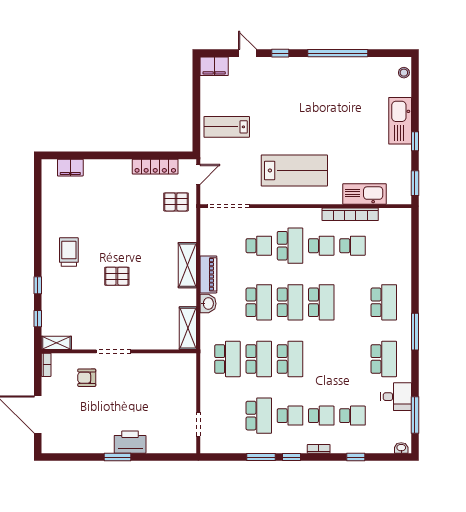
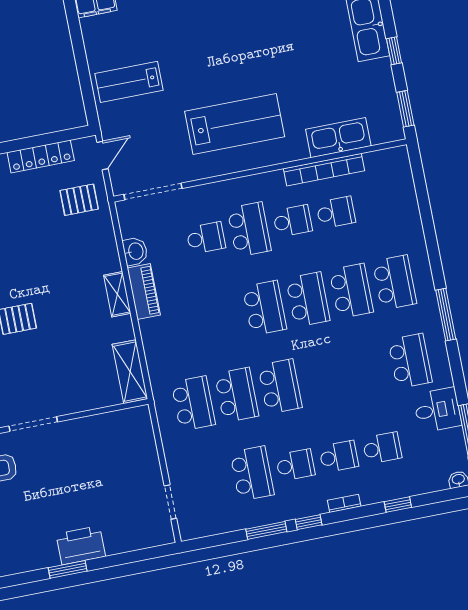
shelving: (187, 265) -> (117, 294), width x0.67, depth x0.75
school desk: (259, 302) -> (351, 291), moved
washbasin: (208, 304) -> (135, 251), moved

